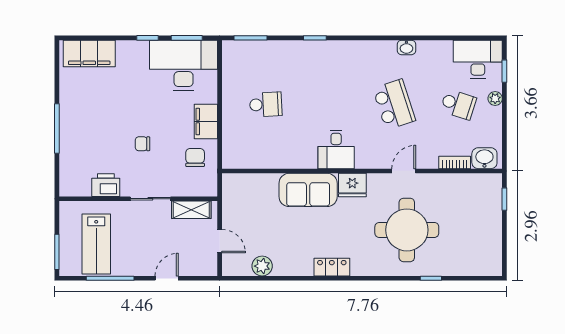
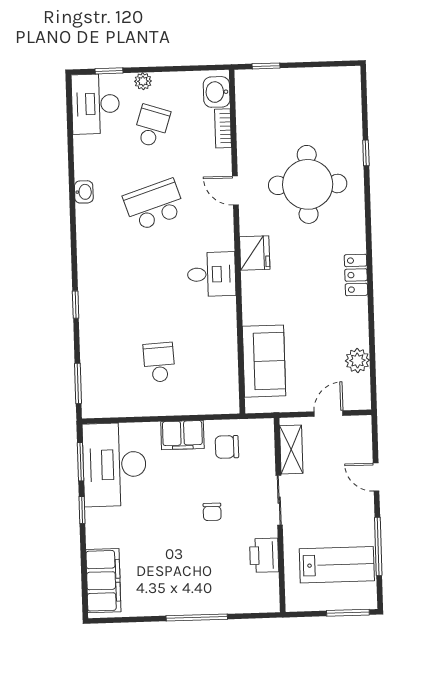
sofa: (308, 190) -> (264, 361), moved

